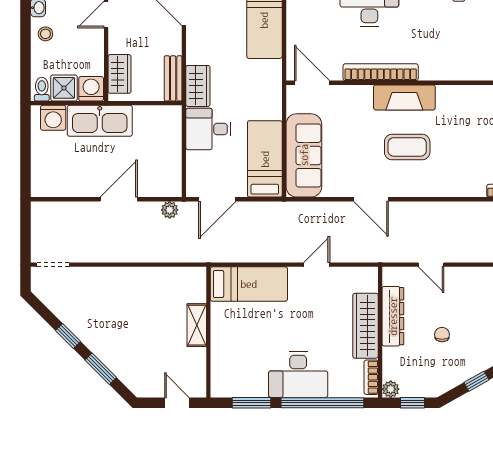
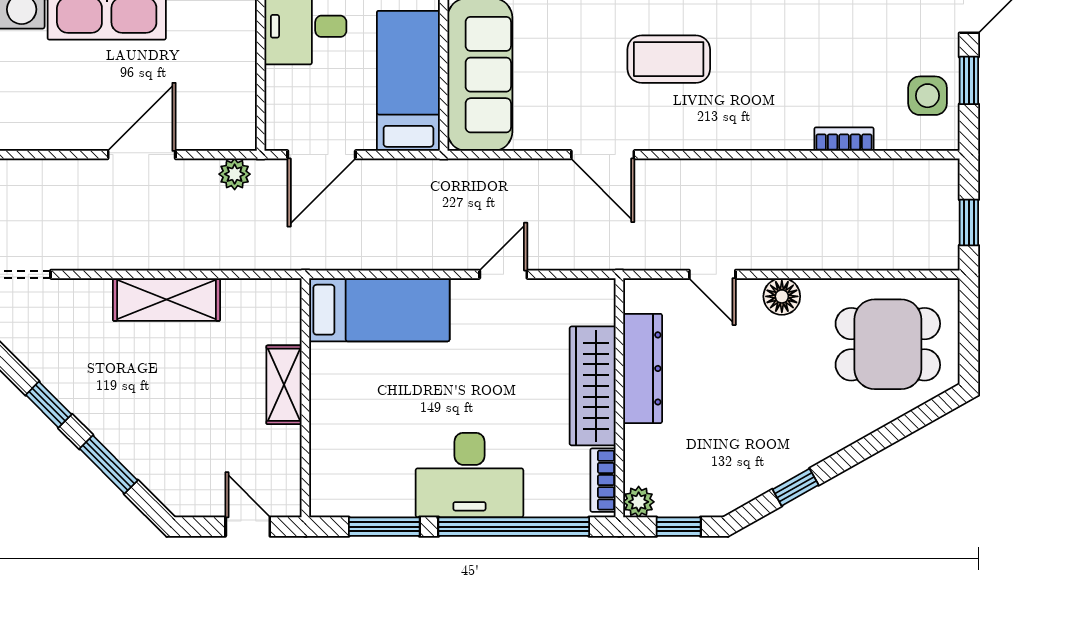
floor lamp: (469, 277) -> (782, 296), added
shelving: (132, 278) -> (166, 300), added
chair: (442, 335) -> (732, 402), removed

